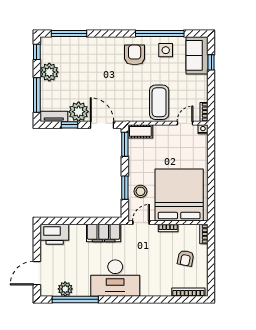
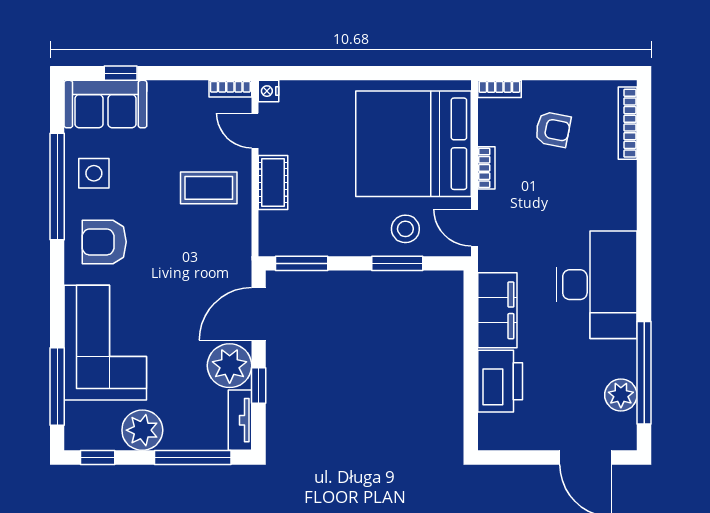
corner sofa: (89, 55) -> (105, 343), added
coffee table: (159, 102) -> (209, 188), width x0.73, depth x0.76
cot: (140, 131) -> (273, 183), moved
printer: (55, 234) -> (500, 381), moved

